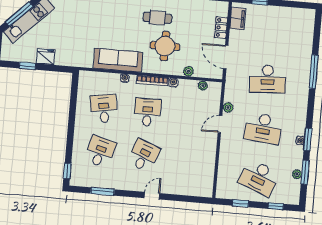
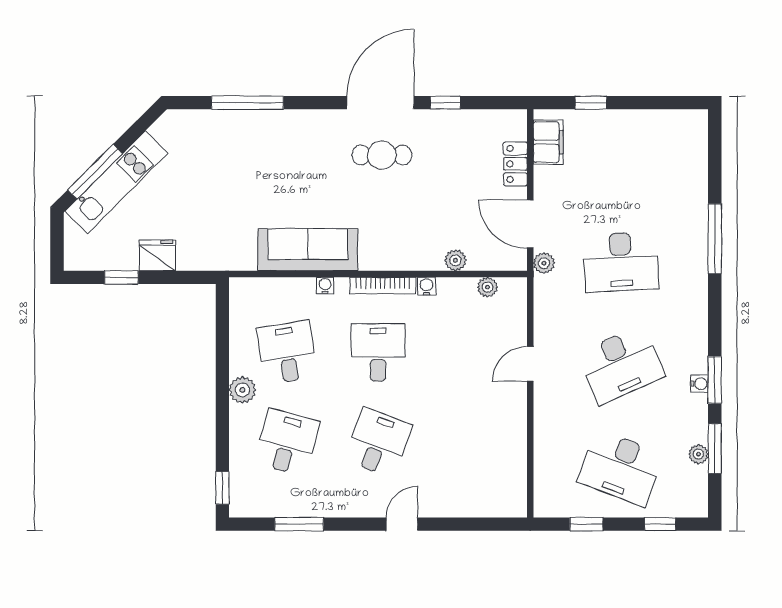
round table: (165, 46) -> (402, 212), removed
plant: (228, 107) -> (544, 263), moved
plant: (81, 125) -> (242, 390), added
desk: (263, 128) -> (621, 365), turned -30

